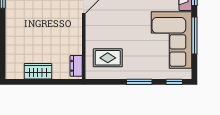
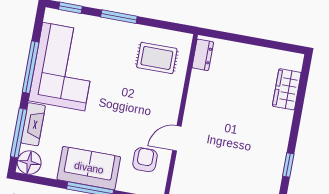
wardrobe: (38, 71) -> (287, 89), moved, turned 90

